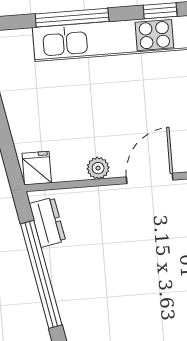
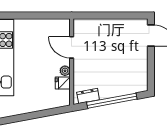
fridge: (37, 168) -> (63, 83), moved

